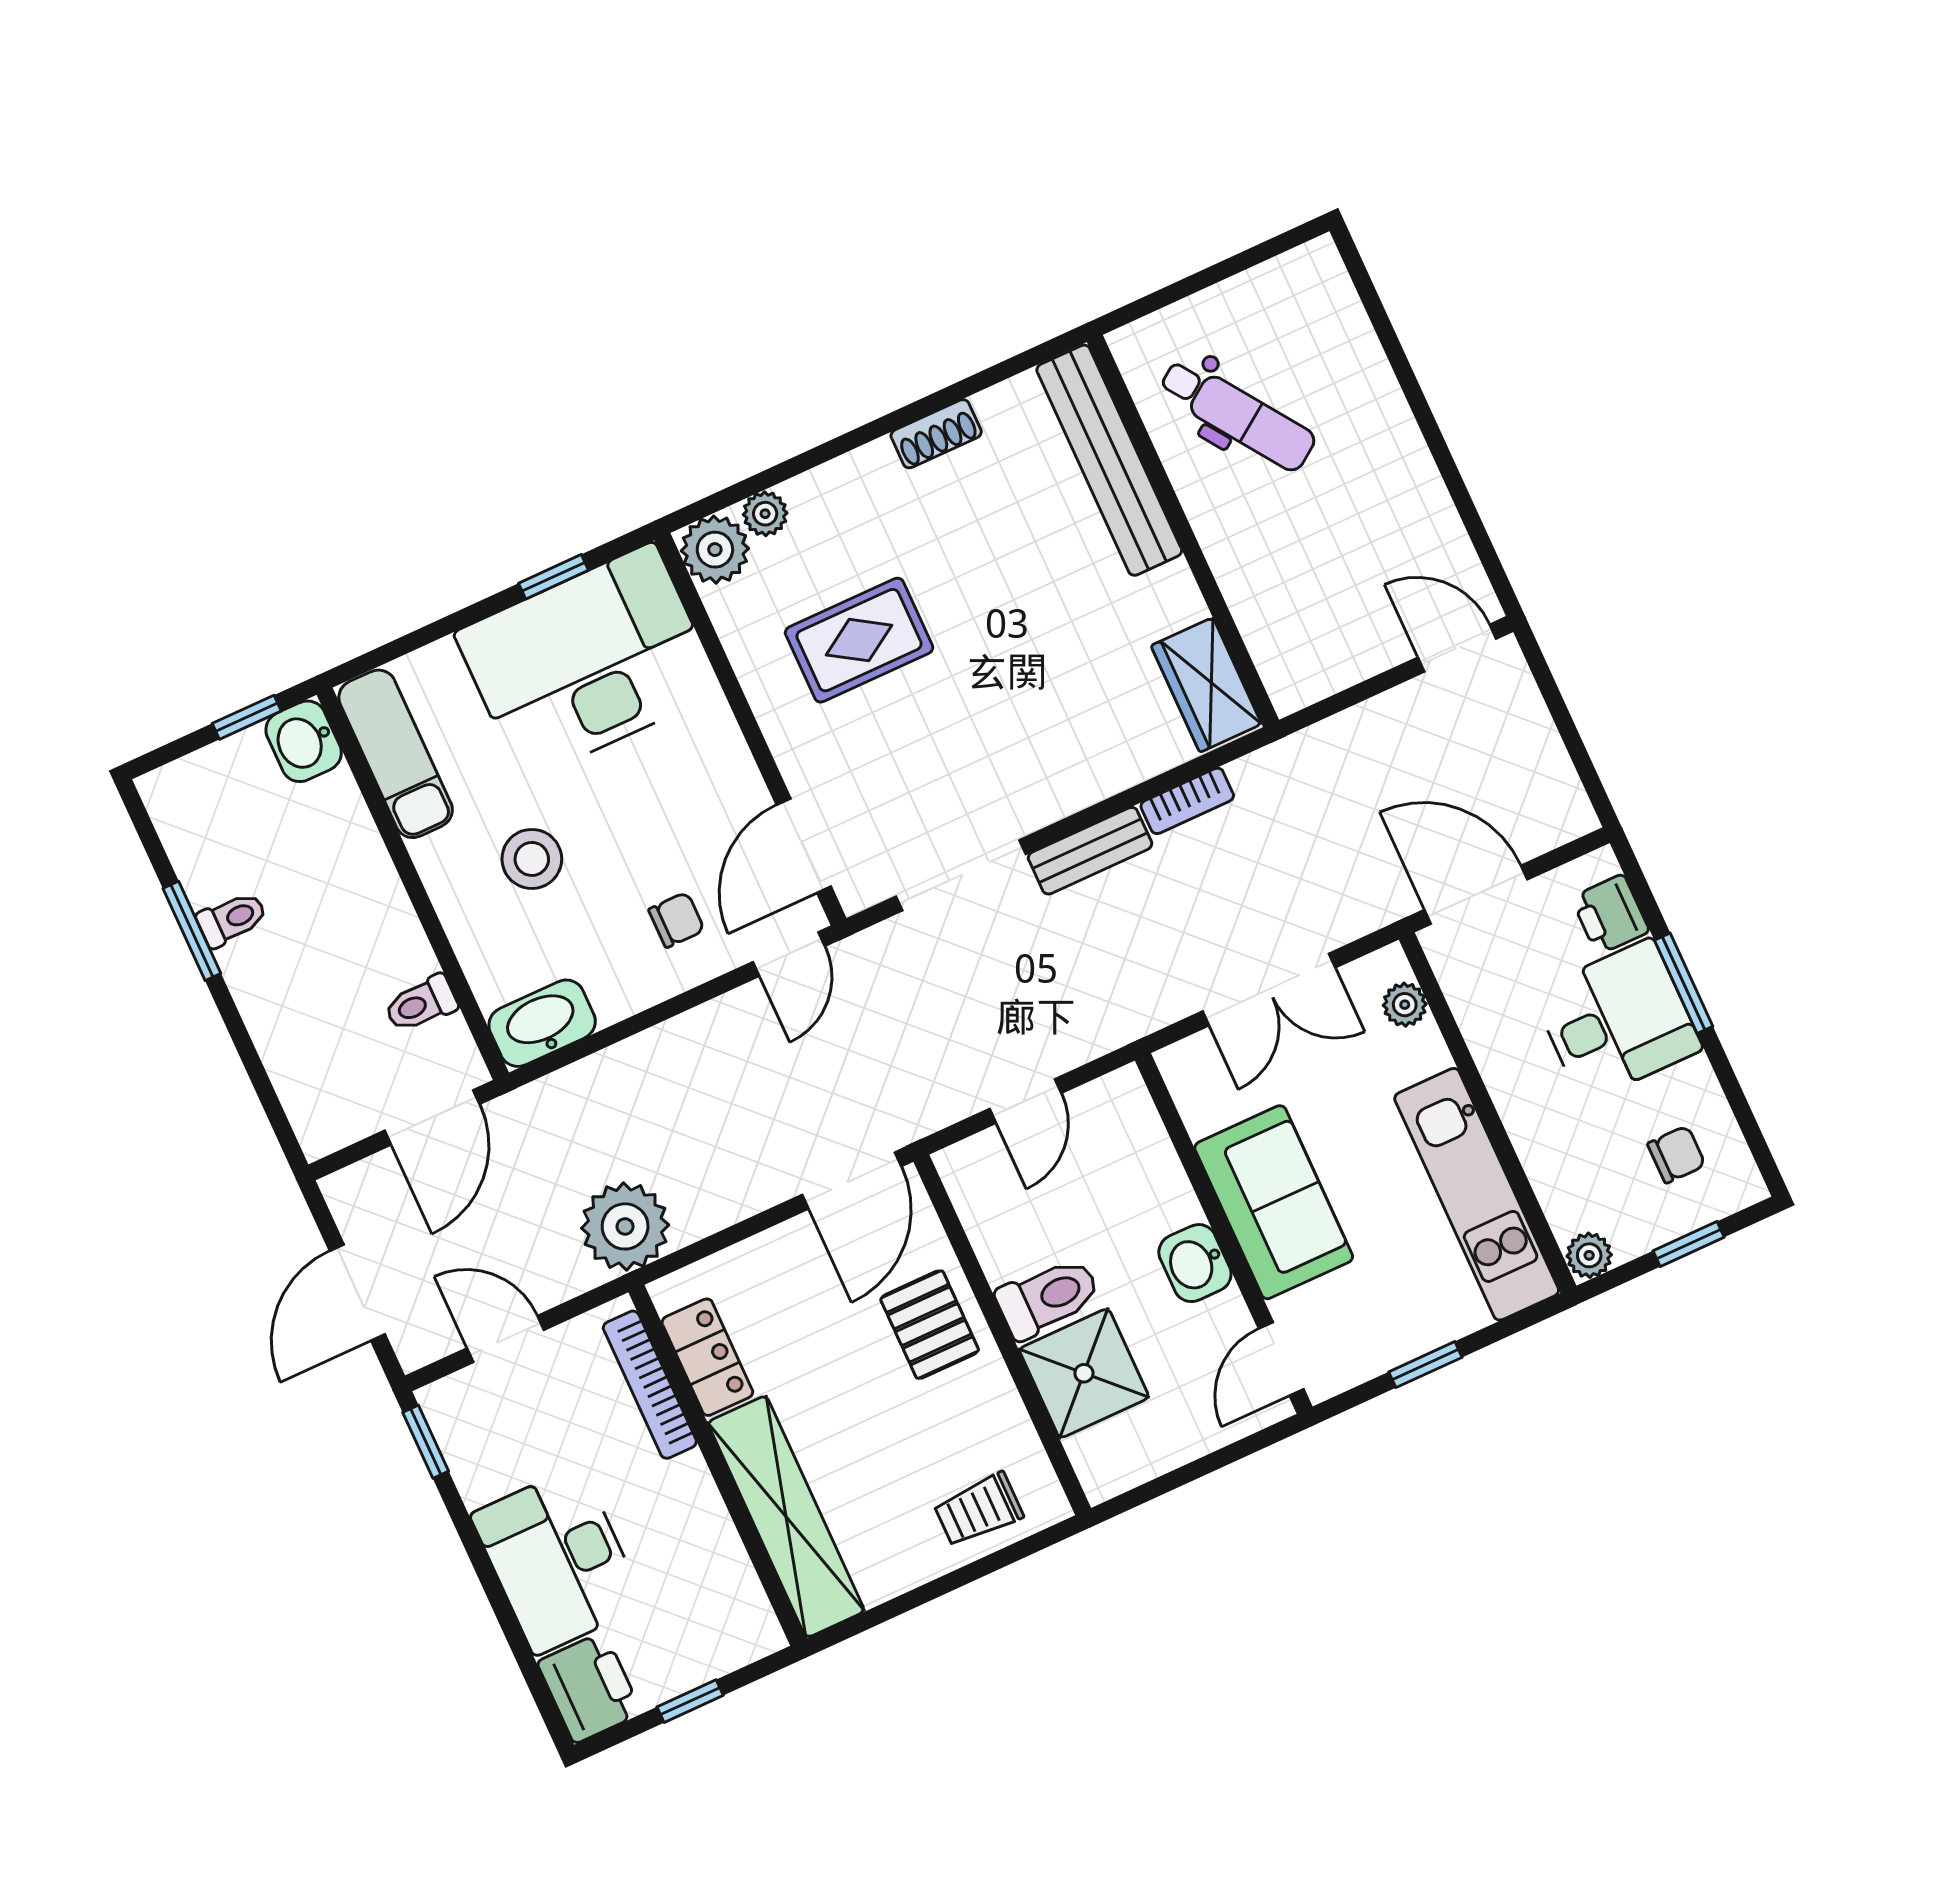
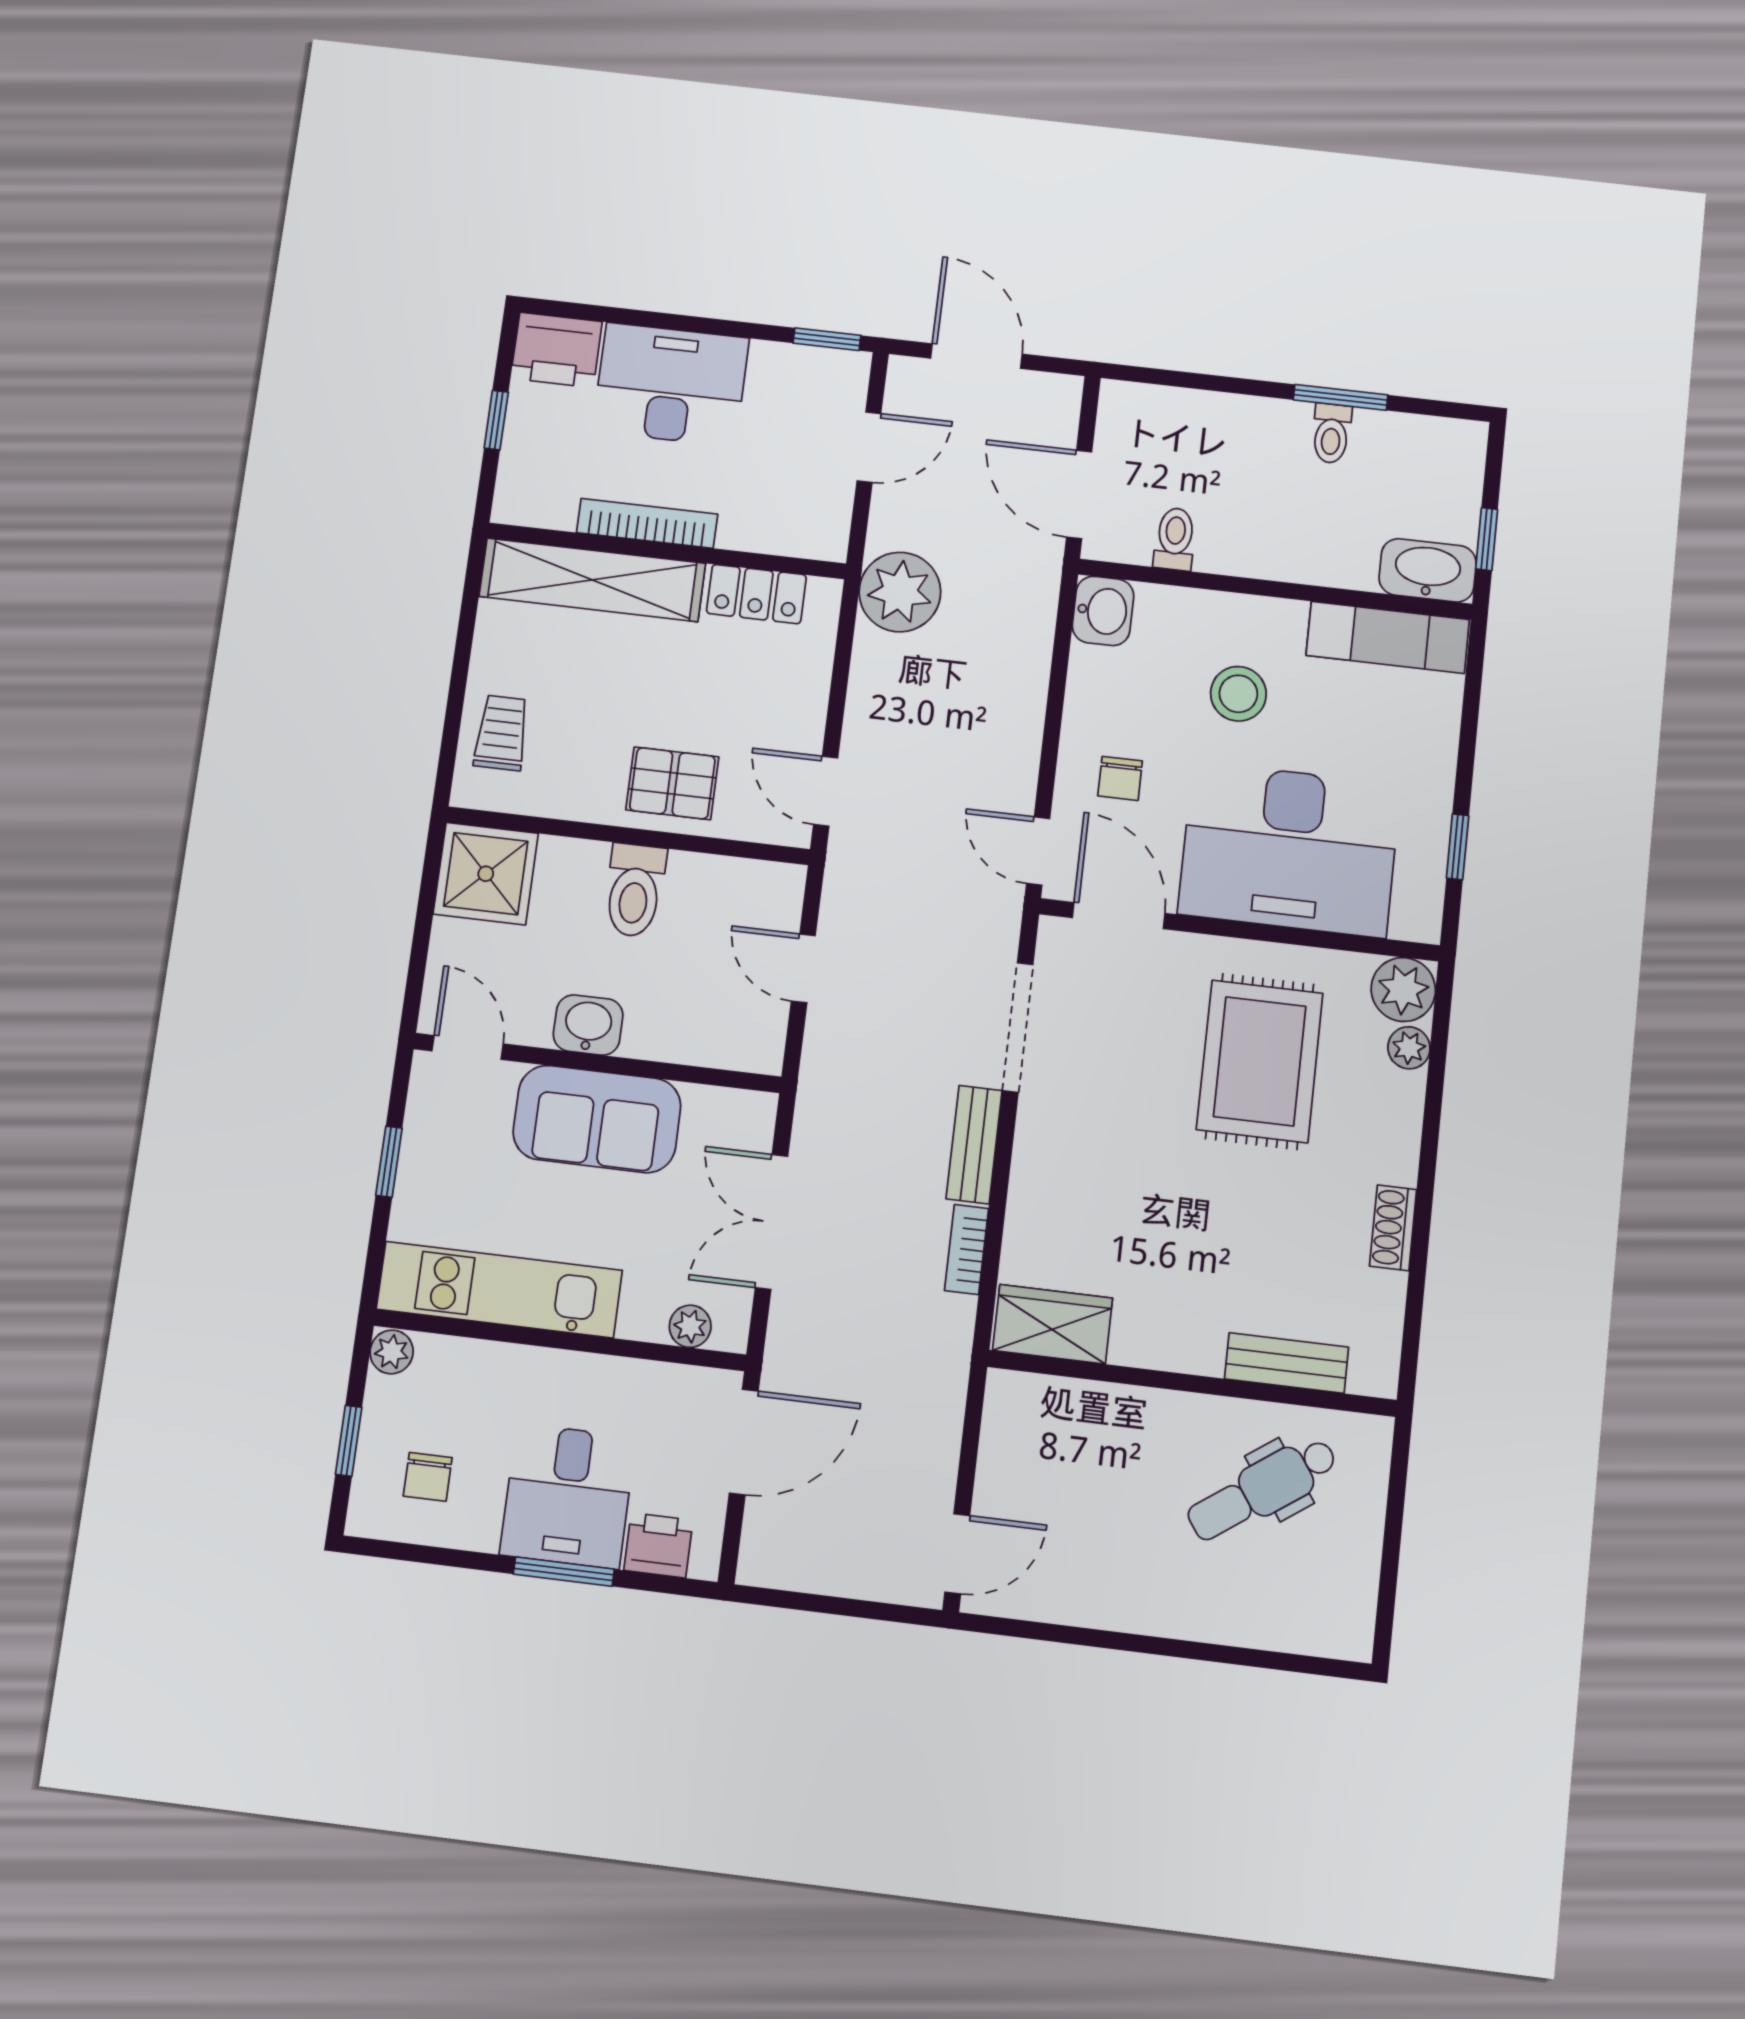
bench: (1109, 460) -> (1286, 1363), width x0.54, depth x0.82
rug: (859, 640) -> (1260, 1061), width x1.36, depth x1.43
desk: (588, 662) -> (1289, 849), moved, turned 90
washbasin: (304, 741) -> (1428, 570), width x1.38
washbasin: (542, 1023) -> (1103, 611), width x0.72
door: (852, 1180) -> (826, 791), width x0.73
shower: (1084, 1373) -> (486, 874), moved
bookcase: (650, 1385) -> (647, 523), moved

